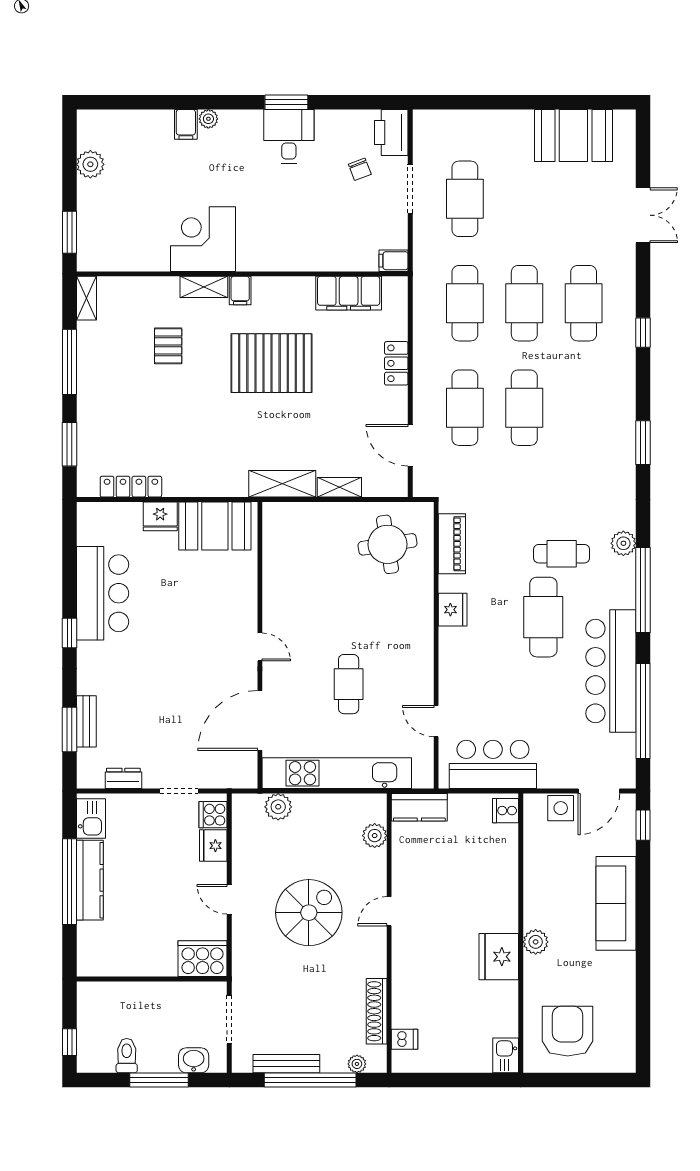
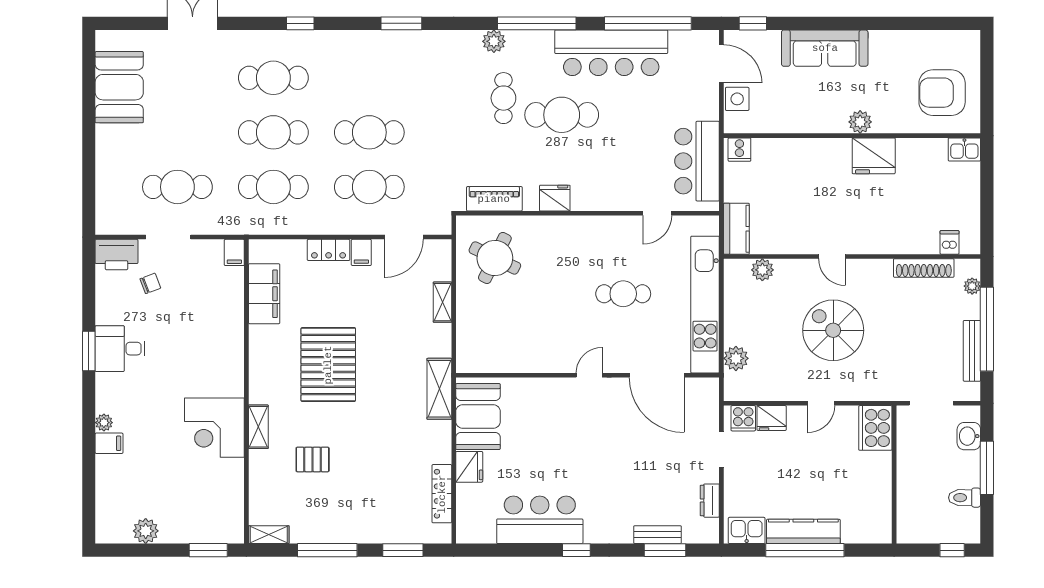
filing cabinet: (240, 291) -> (361, 252), moved, turned 90
shelving: (282, 484) -> (439, 389), moved
round table: (388, 544) -> (495, 258), turned 35

